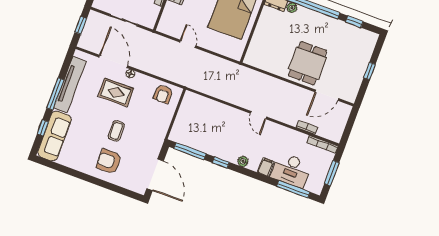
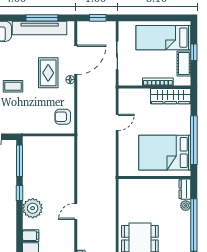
window: (55, 94) -> (42, 18), moved
plant: (243, 161) -> (33, 208), width x1.87, depth x1.87

